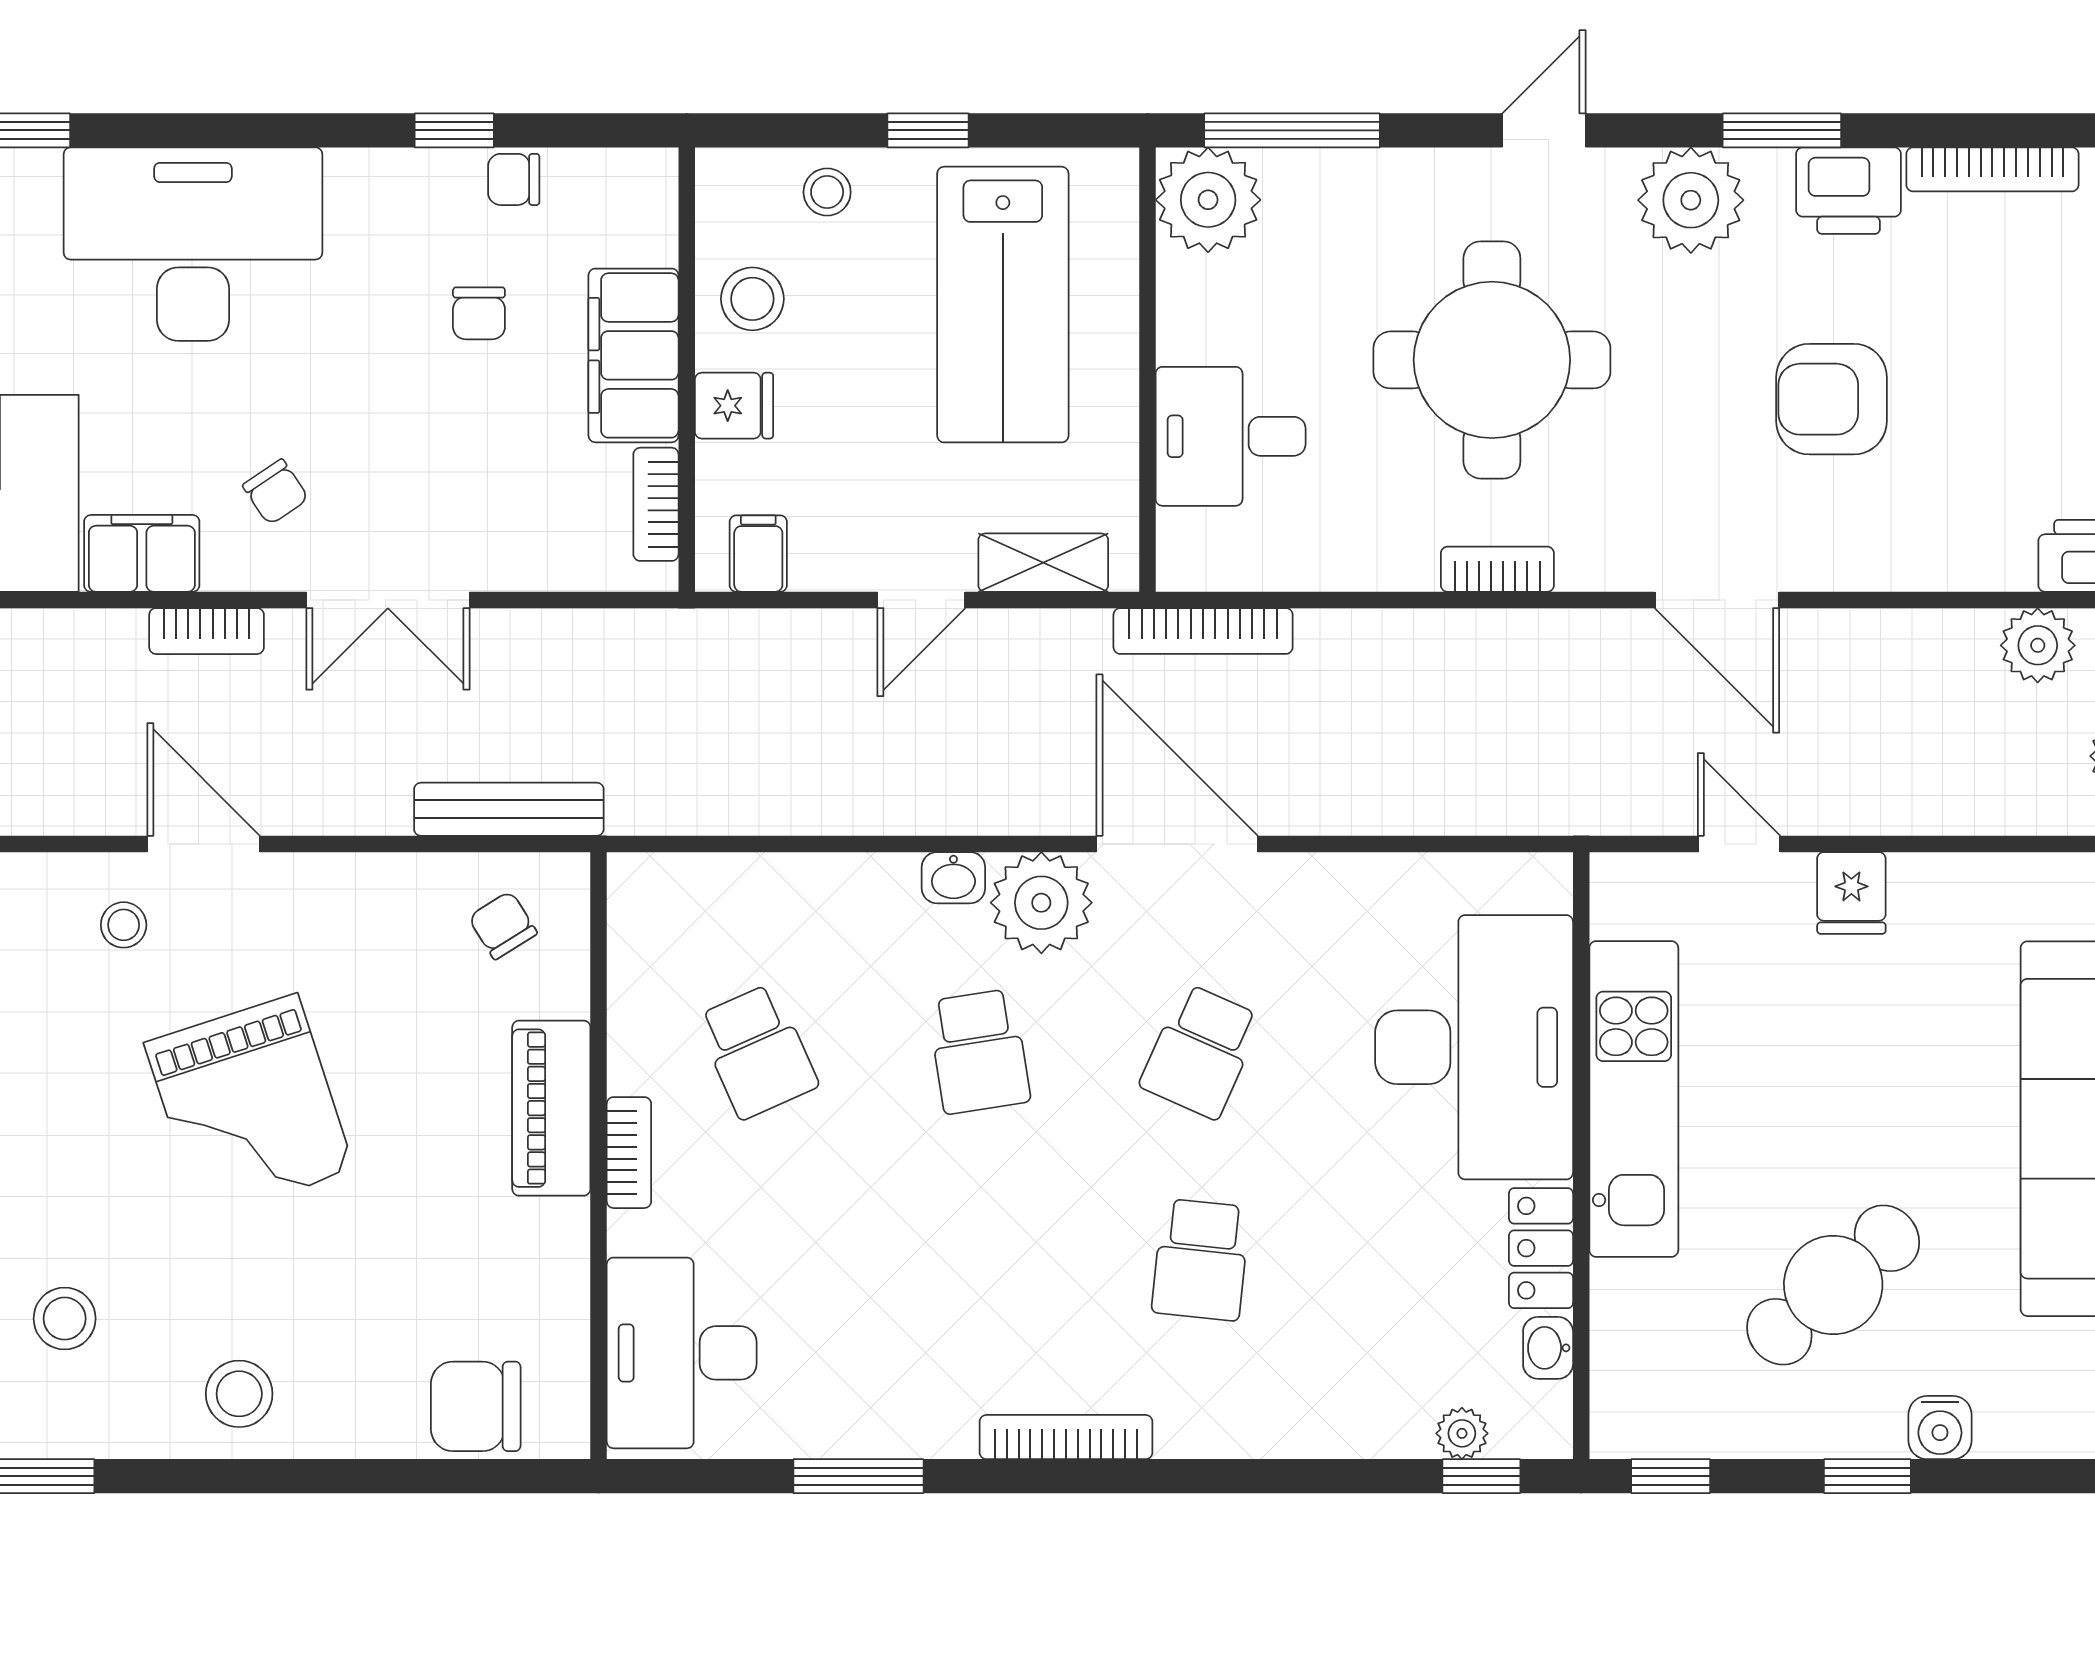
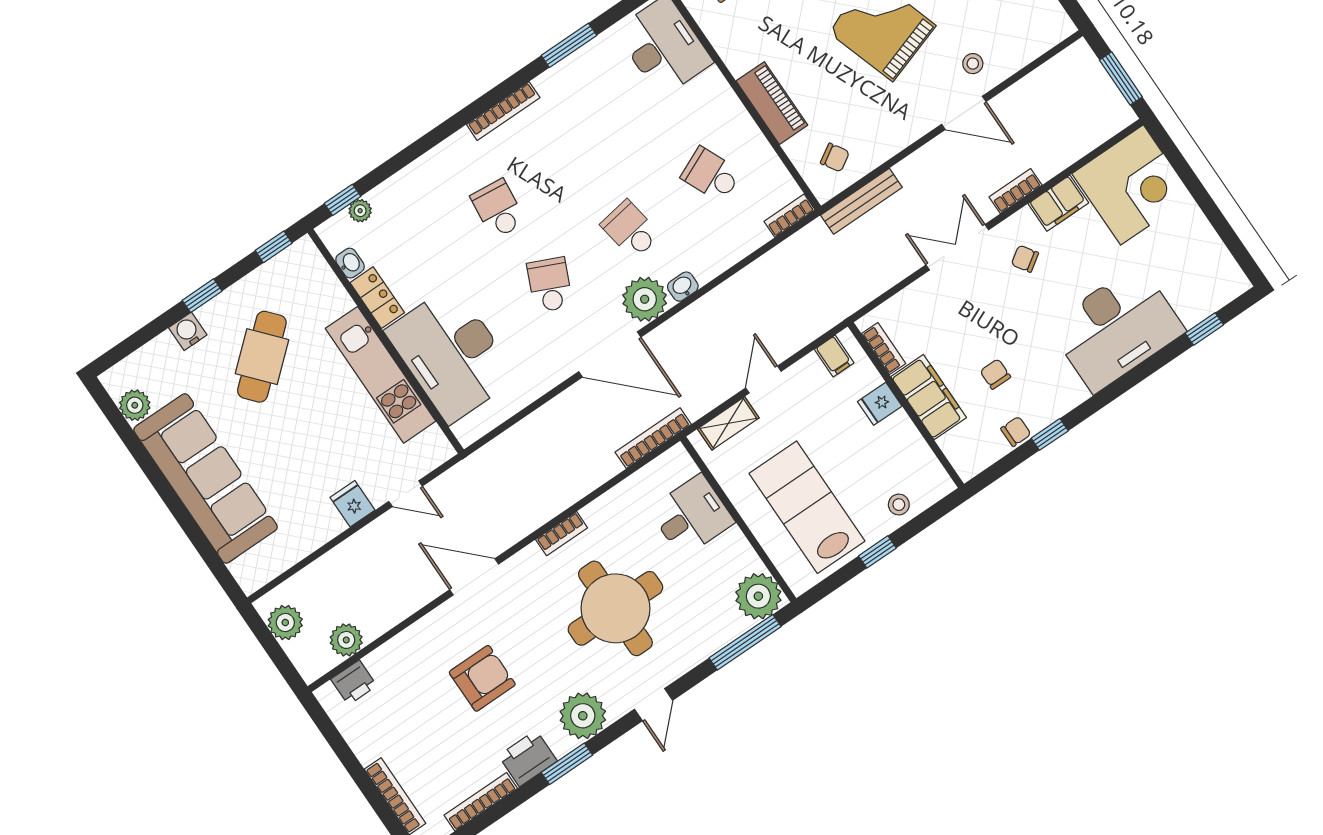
stool: (752, 299) -> (899, 447), removed
bookcase: (629, 1153) -> (790, 216), moved, turned 90

